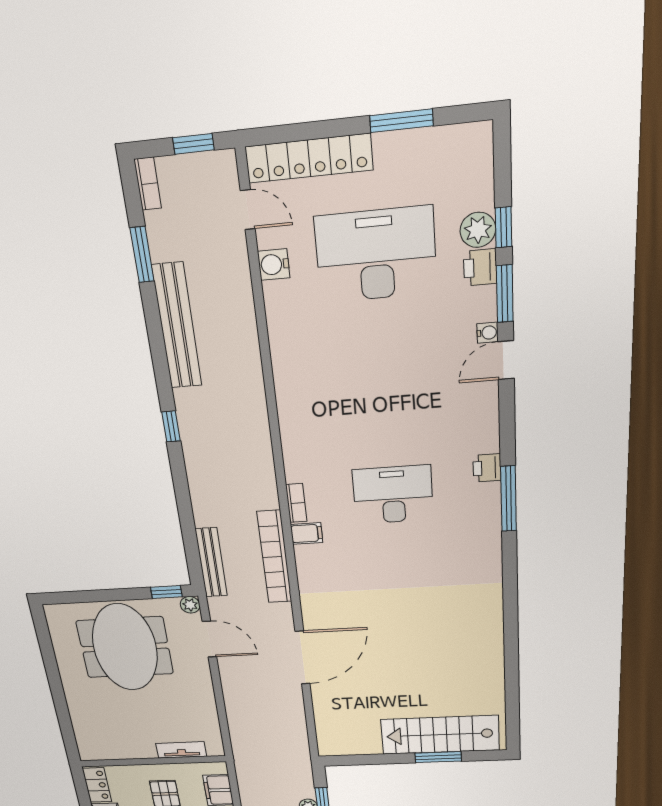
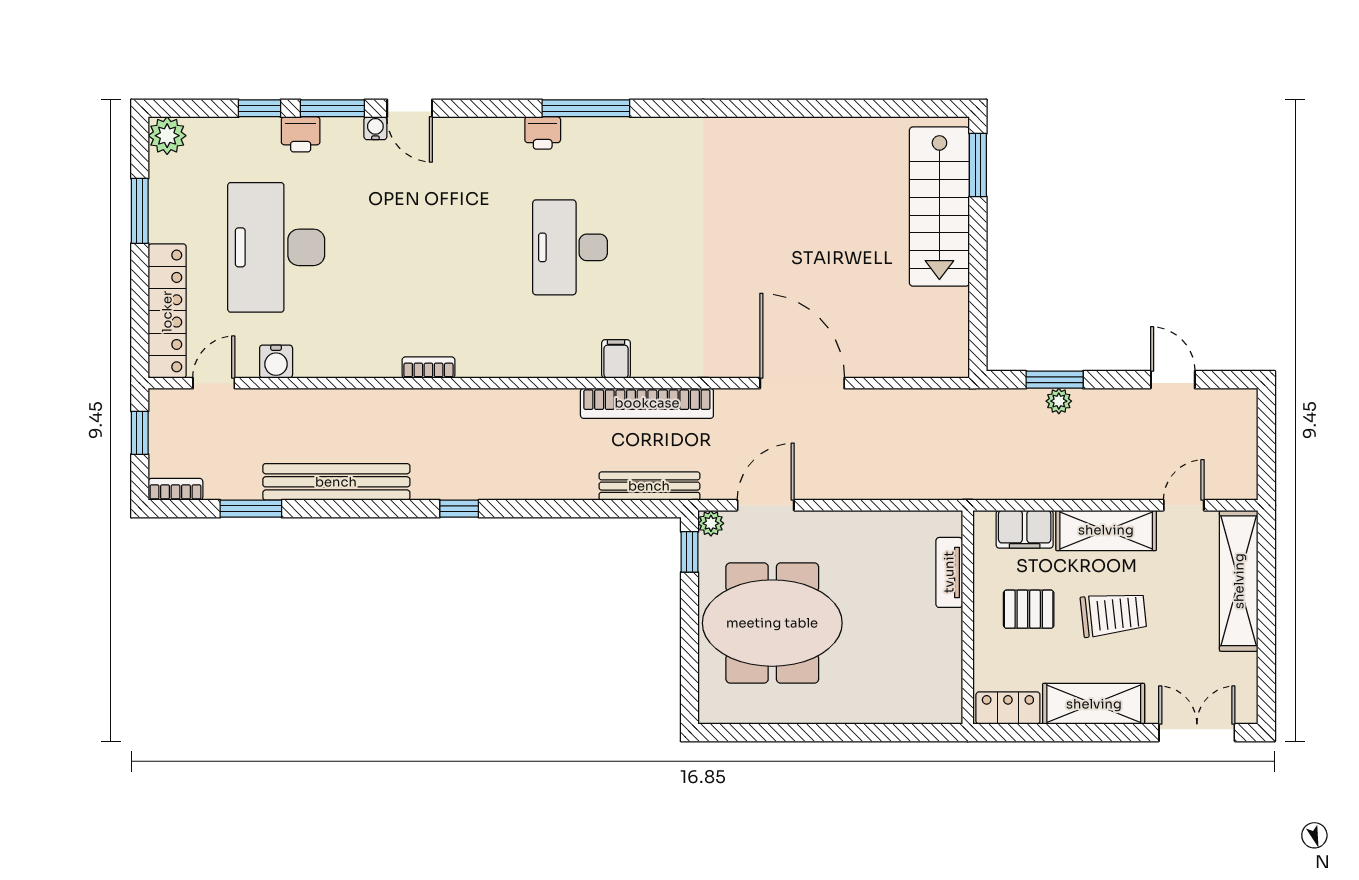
plant: (478, 230) -> (167, 136), moved
bookcase: (296, 503) -> (428, 367), moved
window: (438, 757) -> (978, 165), moved

